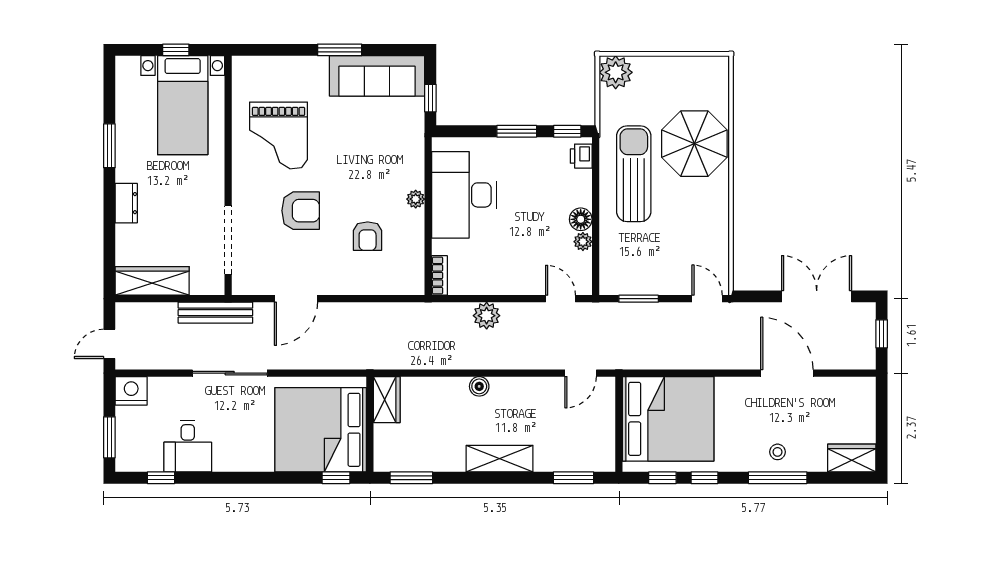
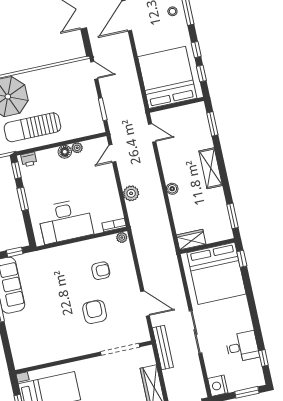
grand piano: (279, 136) -> (55, 334), removed
plant: (416, 199) -> (122, 238), moved
door: (707, 299) -> (94, 70), swing flipped

